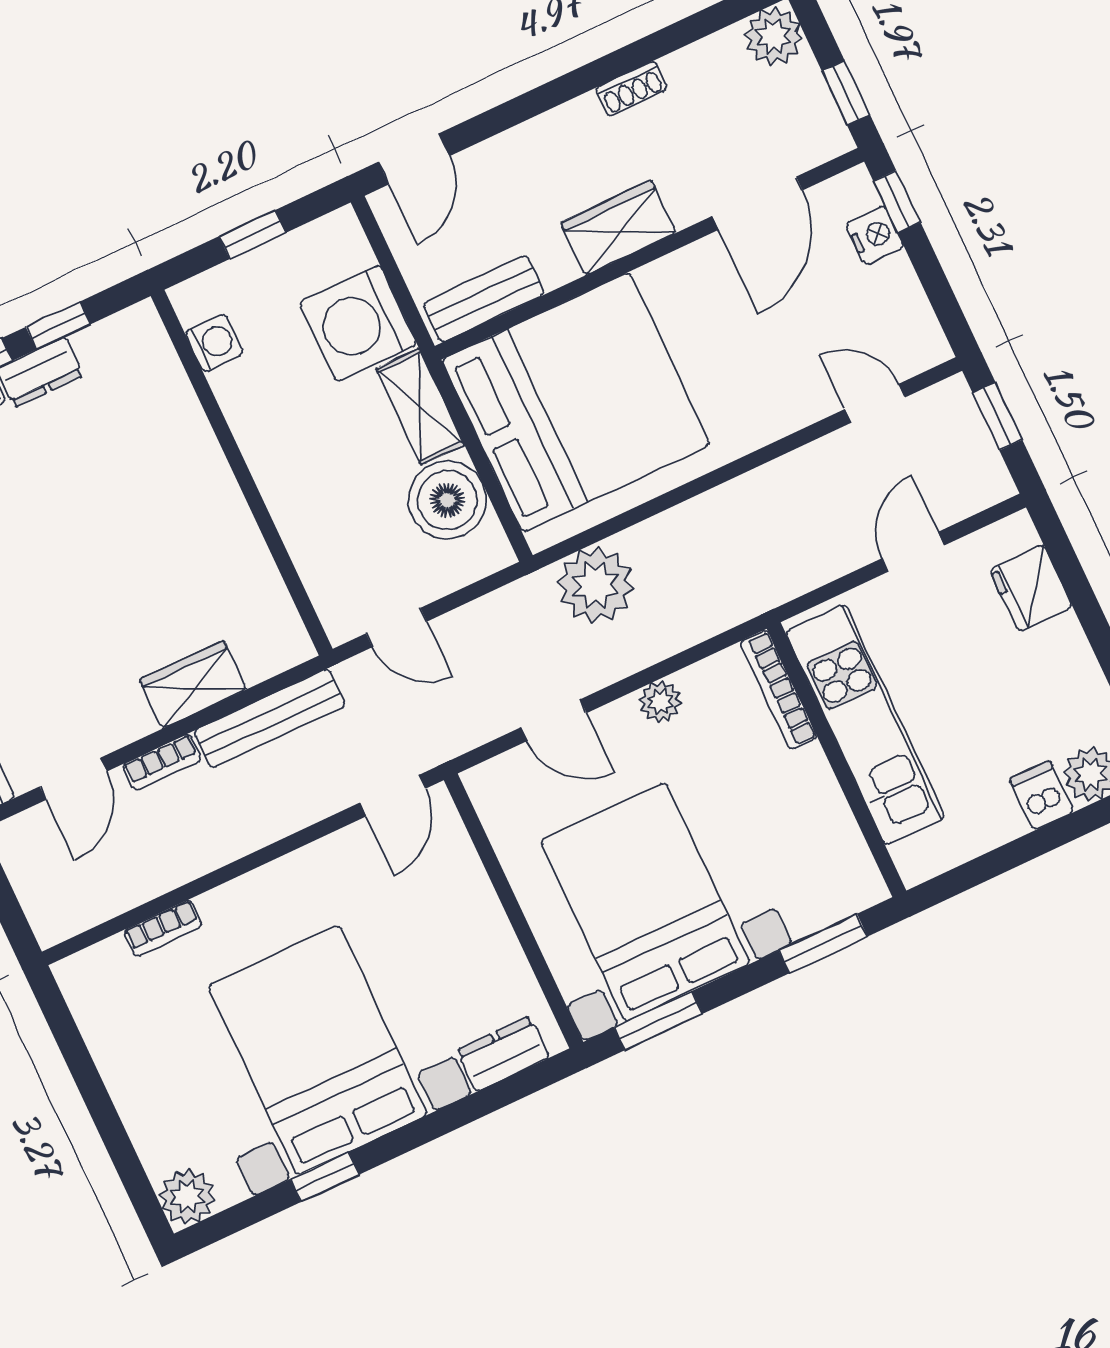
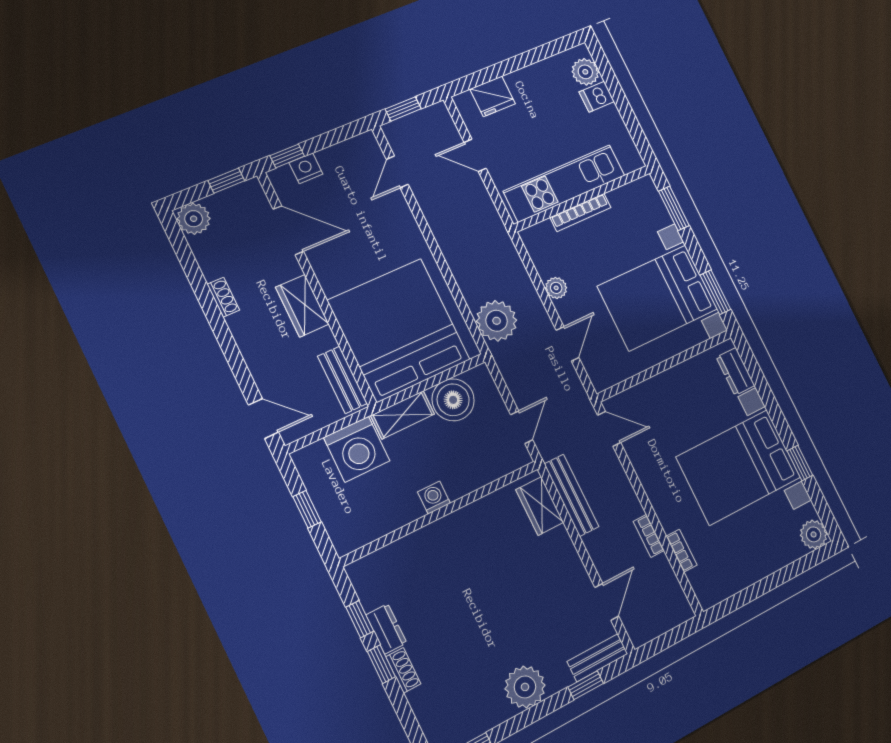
washing machine: (214, 343) -> (434, 498), moved
wardrobe: (193, 684) -> (540, 506), moved
bookcase: (778, 690) -> (580, 212), moved
bookcase: (162, 762) -> (649, 536), moved, turned 180
door: (73, 779) -> (607, 602), hinge flipped

